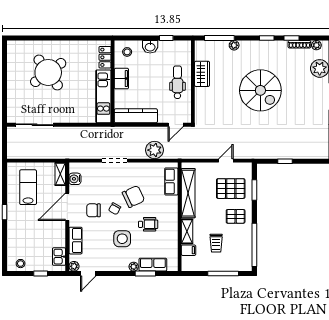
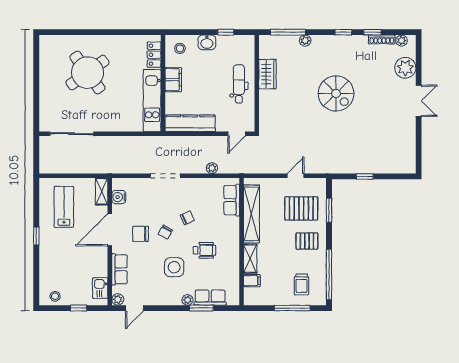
spiral stairs: (260, 90) -> (336, 93), width x0.73, depth x0.73
plant: (155, 150) -> (212, 168), width x0.53, depth x0.53
chair: (133, 197) -> (187, 218), width x0.54, depth x0.54
trolley: (216, 243) -> (302, 284), moved

